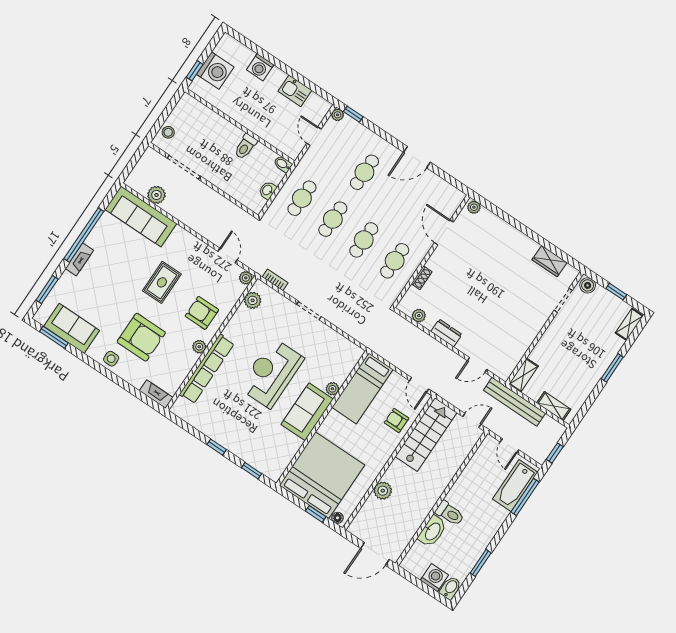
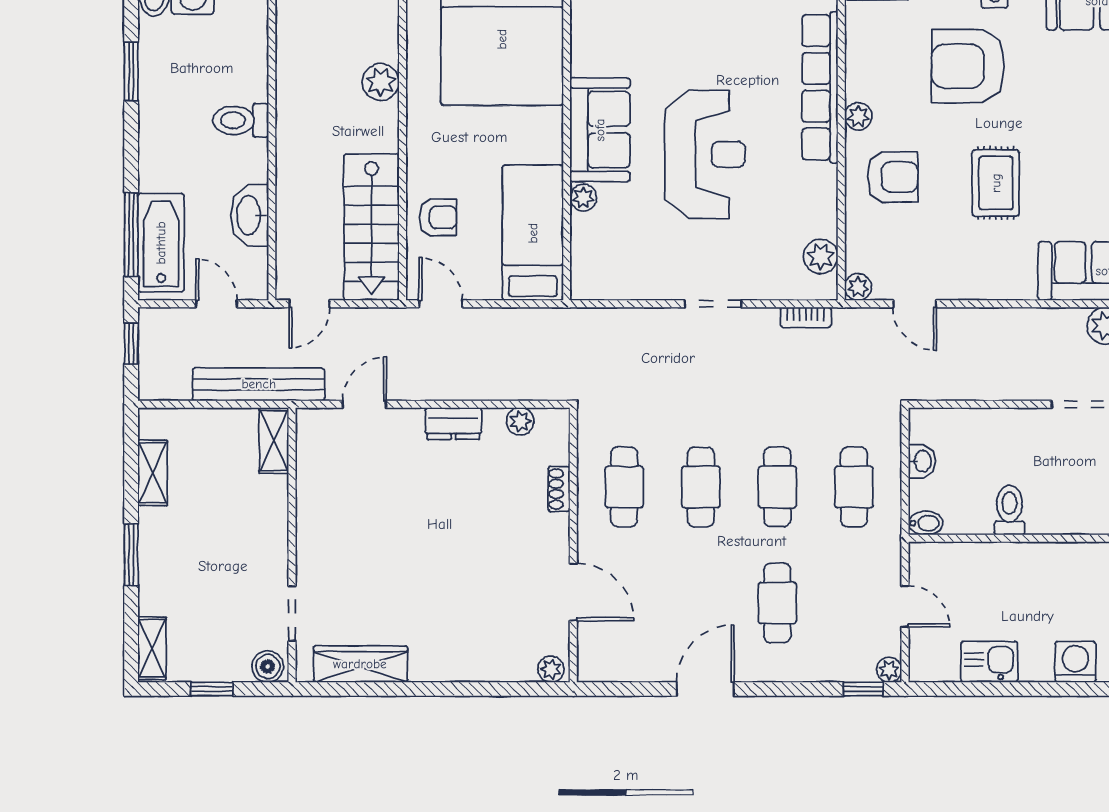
wardrobe: (549, 261) -> (360, 664), width x1.50
shelving: (554, 406) -> (153, 473), moved, turned 90
washbasin: (432, 531) -> (250, 215), moved

